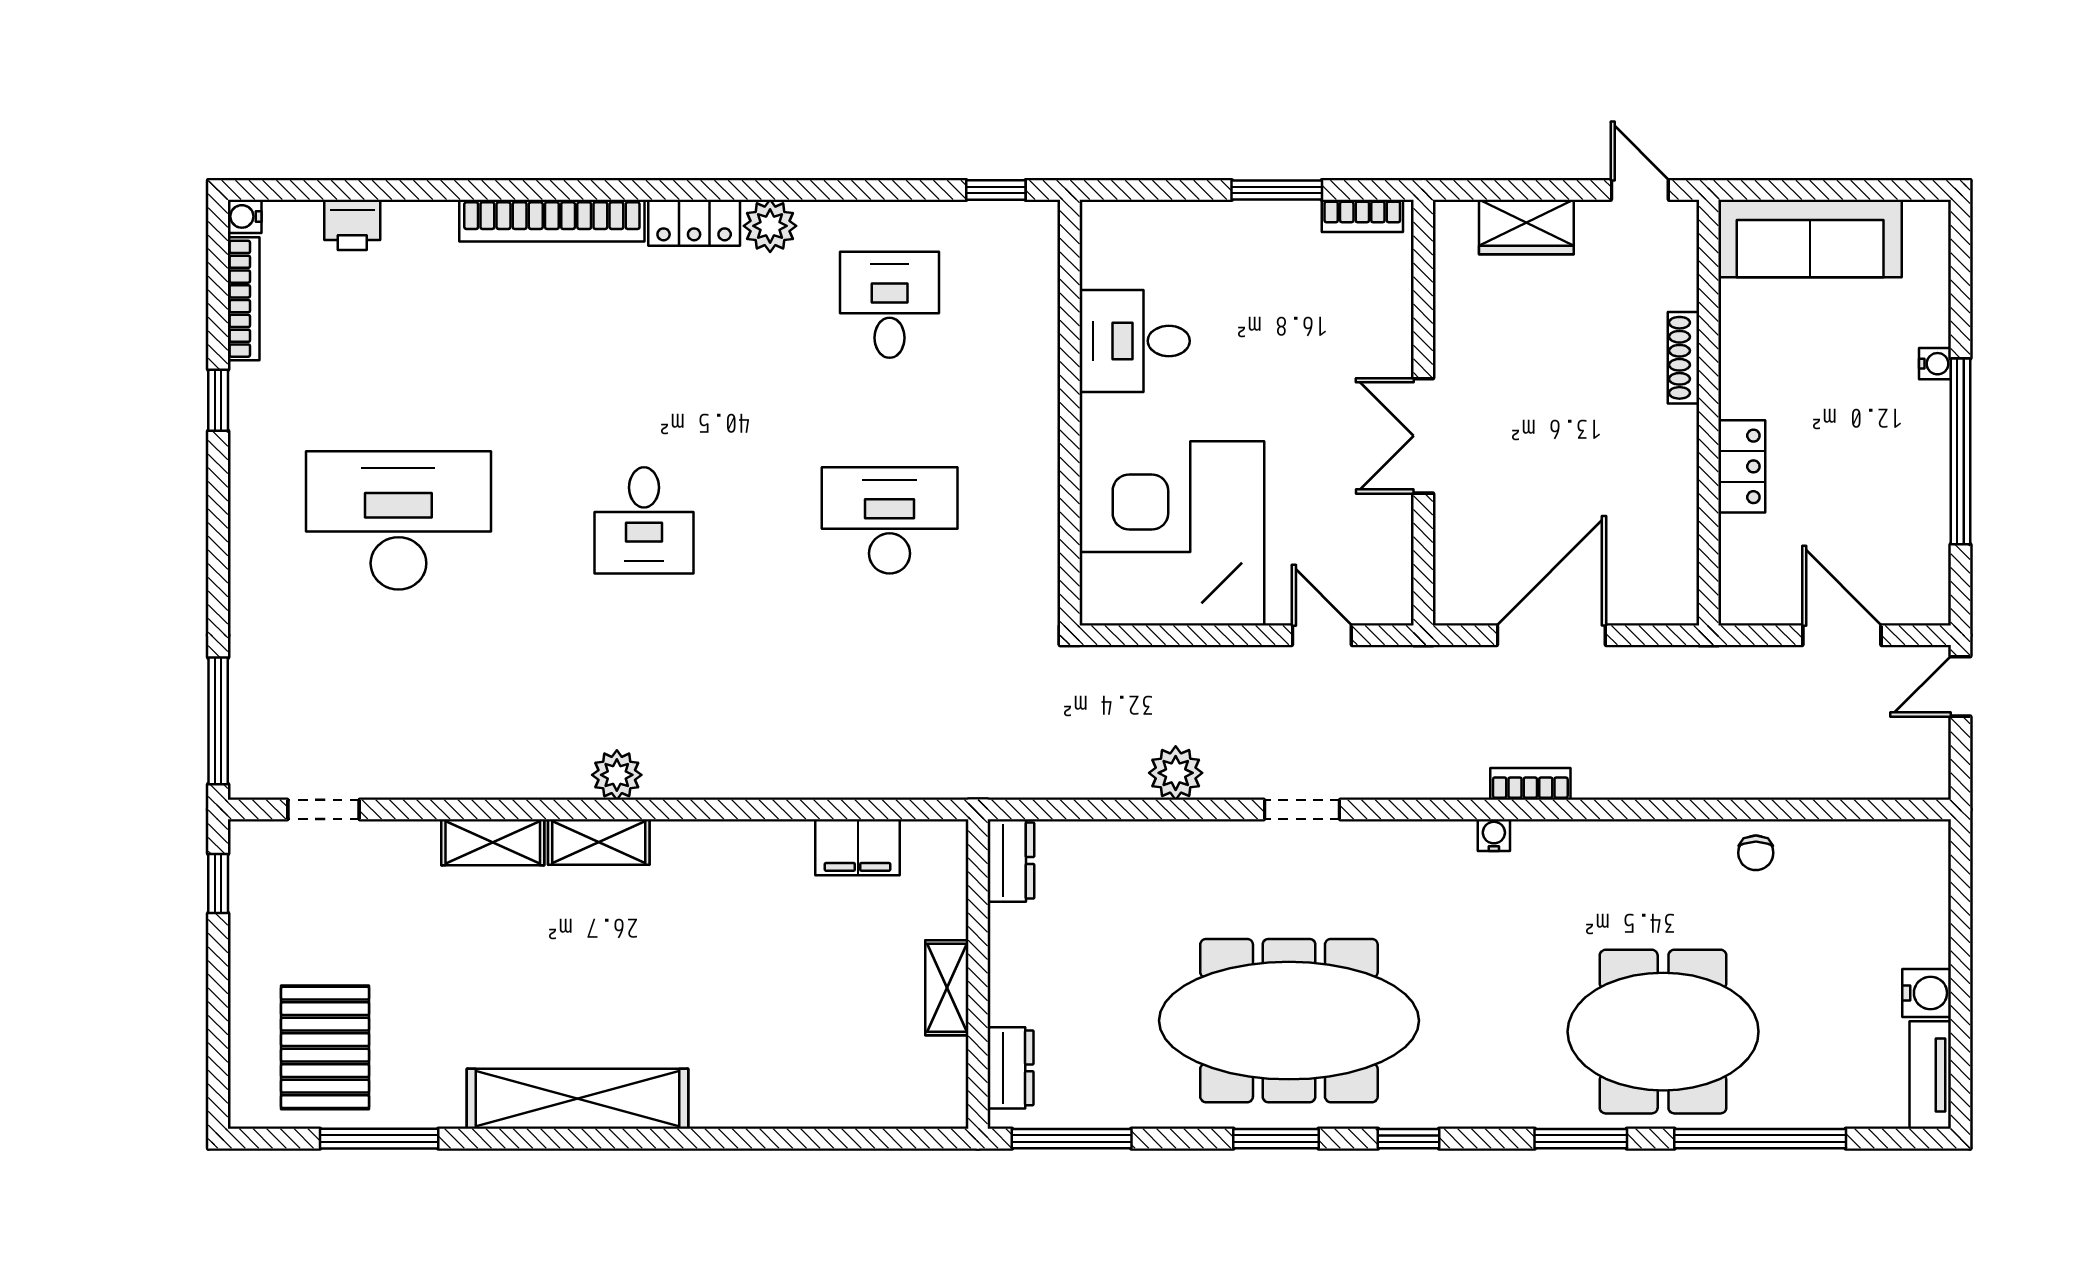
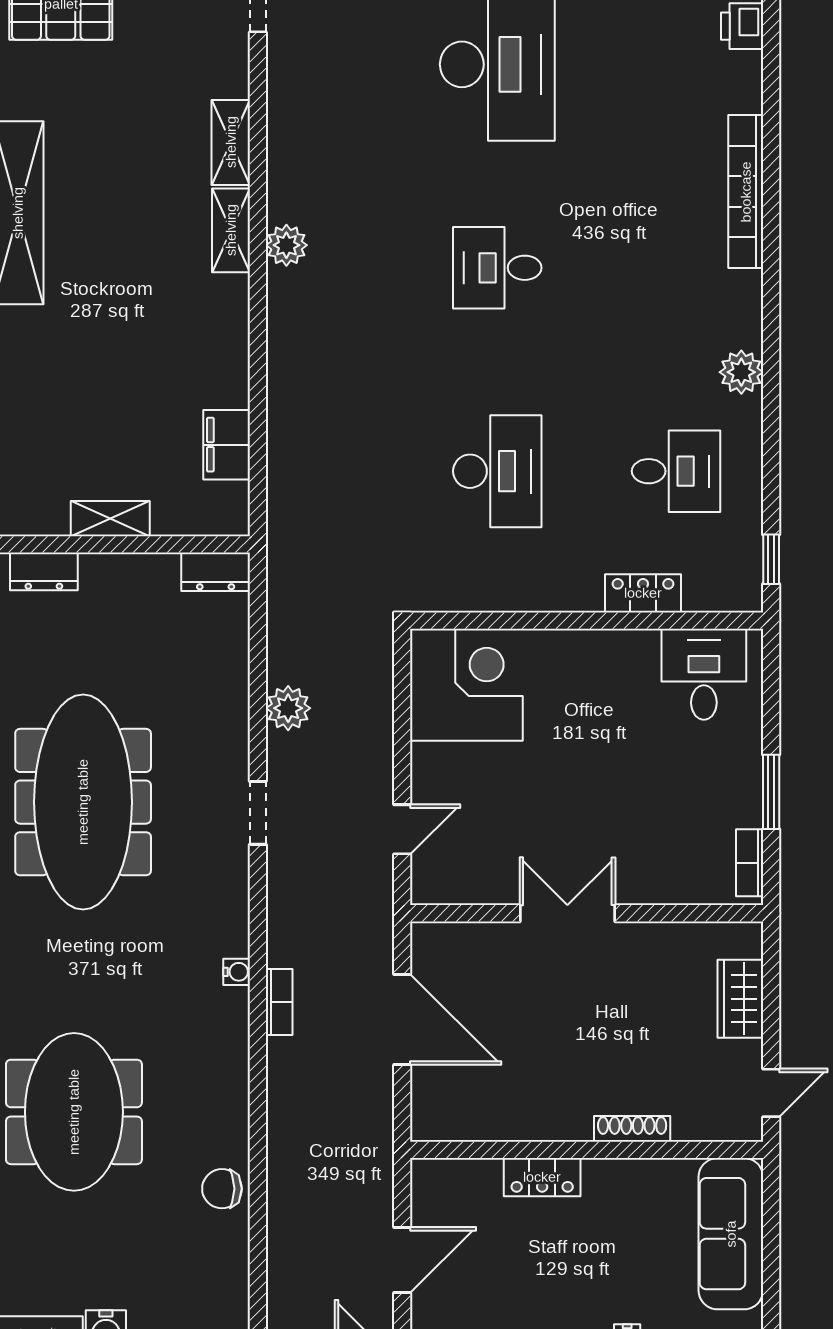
locker: (694, 223) -> (643, 593), moved, turned 90
desk: (1135, 341) -> (704, 674), moved
corner desk: (1172, 533) -> (466, 685), width x0.74, depth x0.74
chair: (1756, 853) -> (222, 1189), width x1.37, depth x1.37

